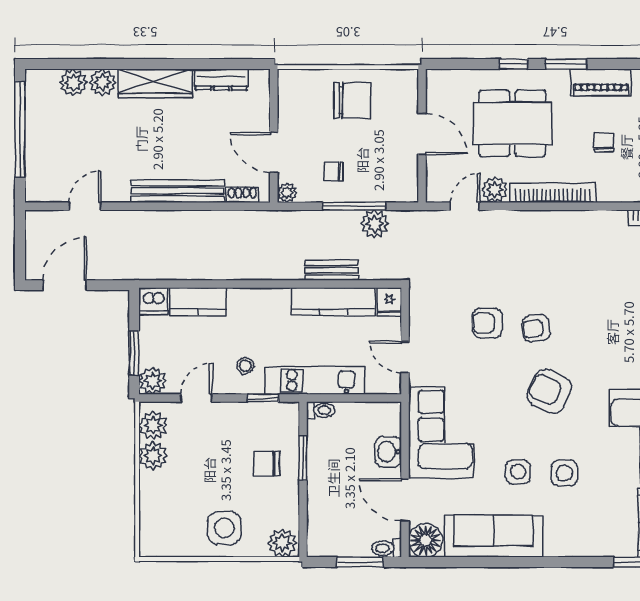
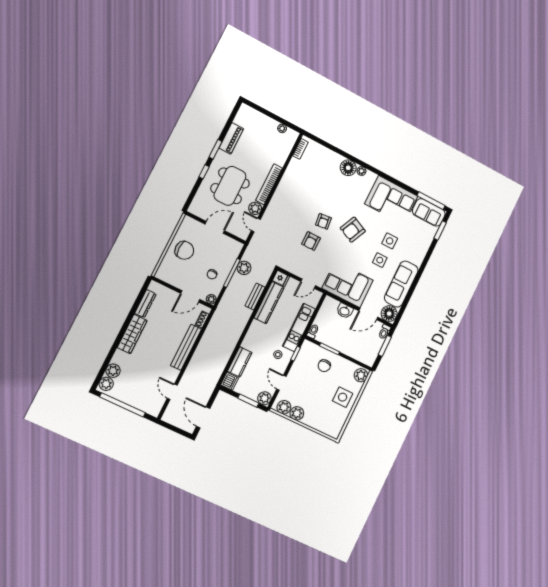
plant: (102, 82) -> (106, 384), moved
chair: (352, 100) -> (184, 250), turned 90
chair: (604, 142) -> (258, 151), removed

